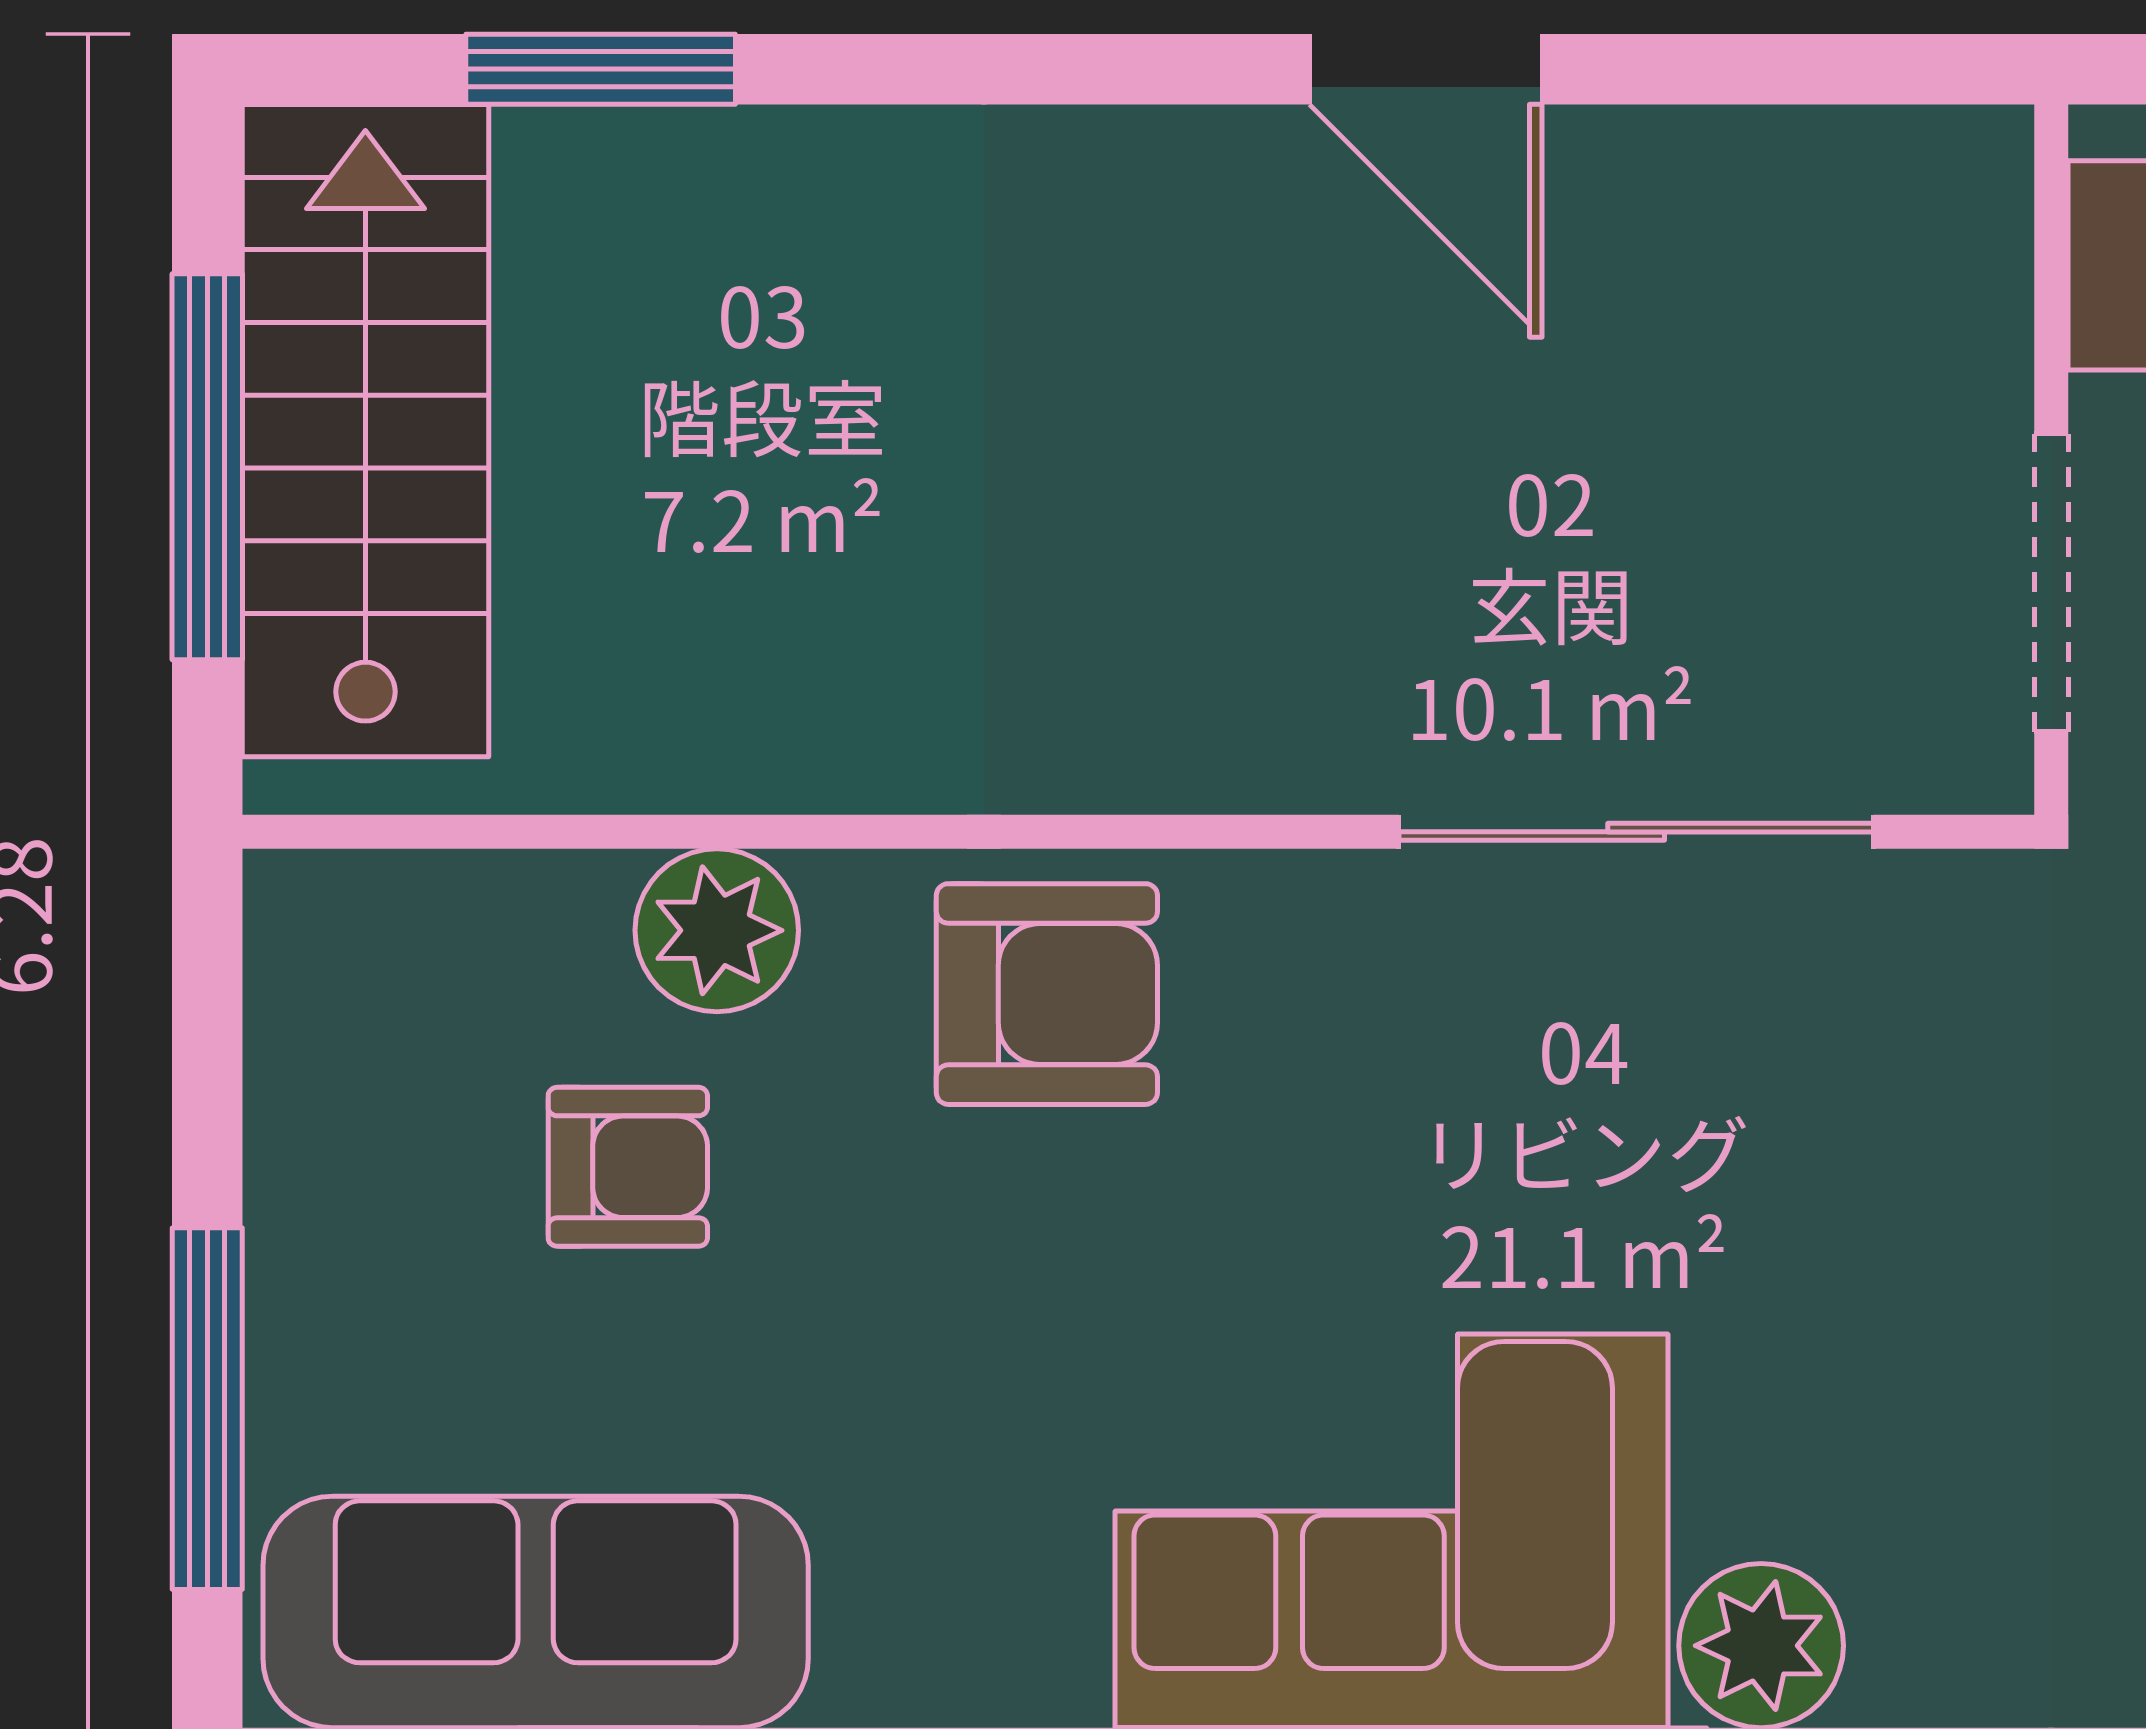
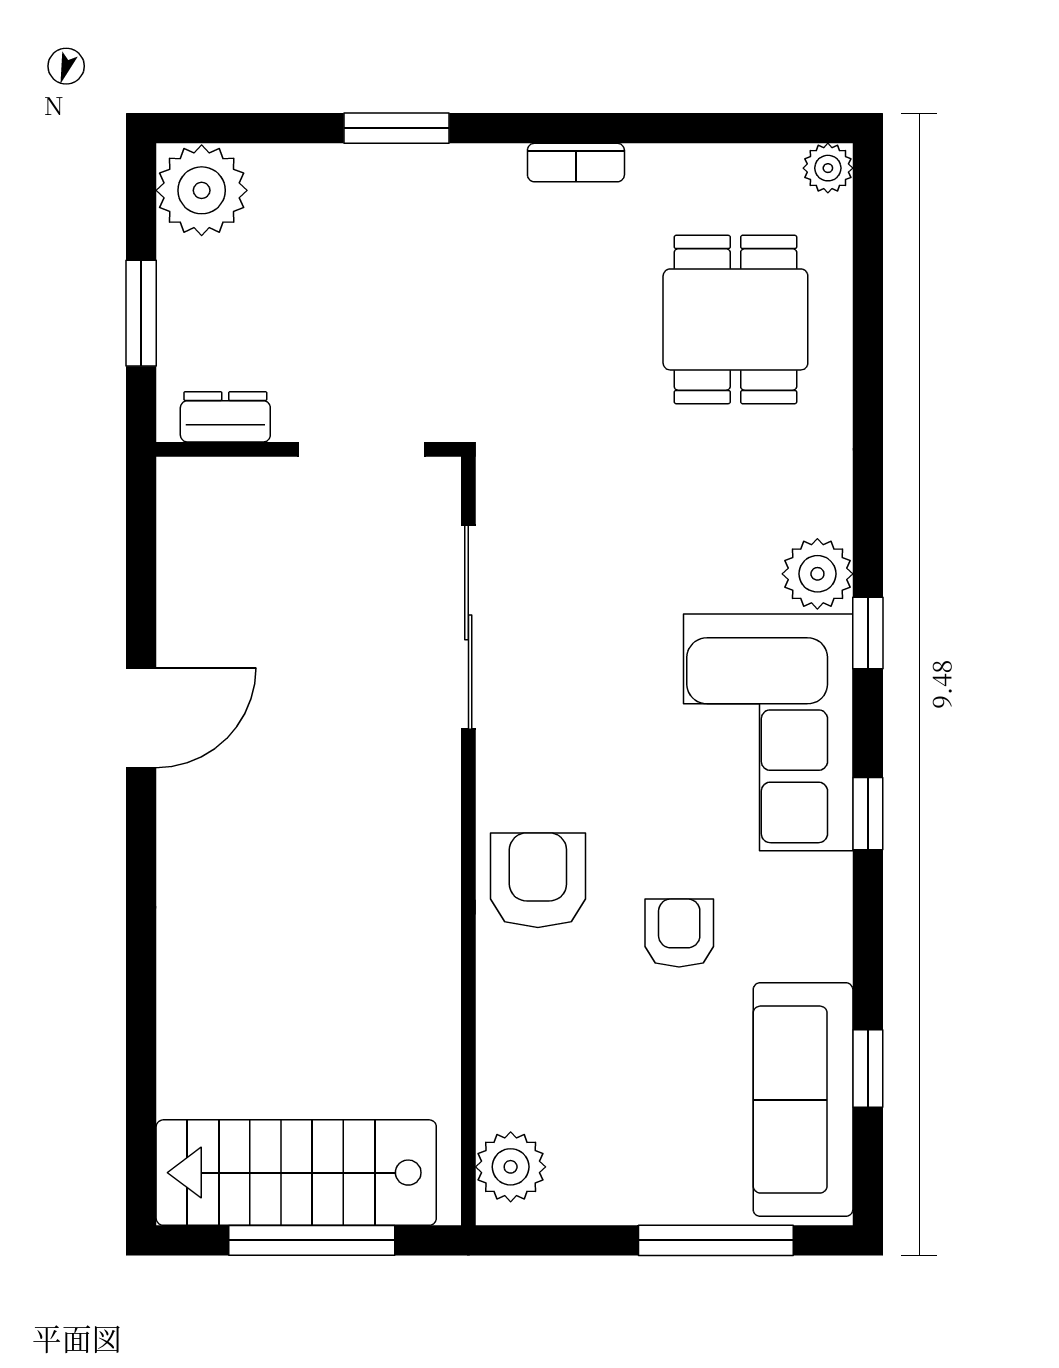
window: (601, 69) -> (141, 1072), removed
plant: (717, 930) -> (511, 1167), moved
armchair: (628, 1167) -> (679, 933), moved

